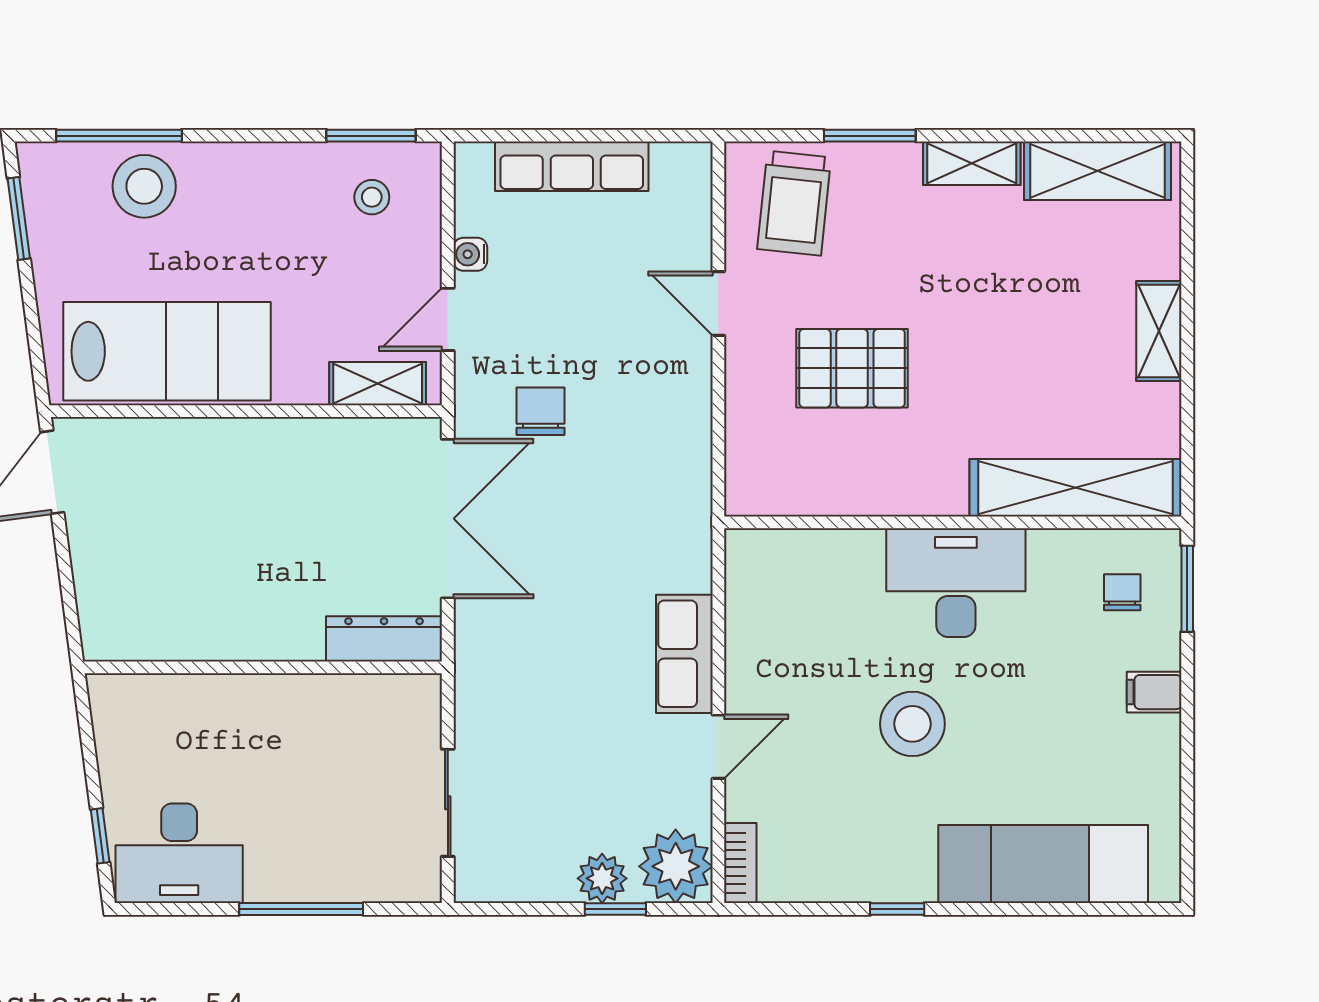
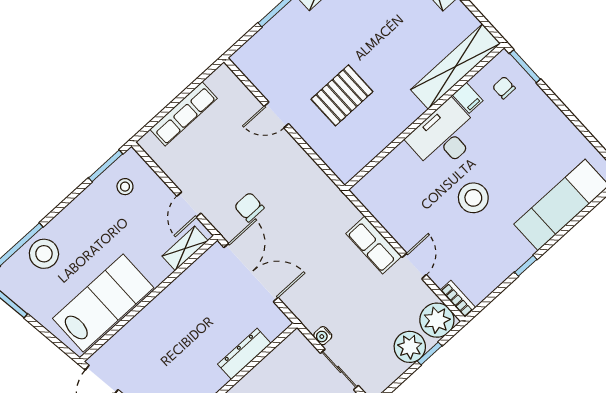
trolley: (794, 203) -> (271, 57), removed
water cooler: (470, 254) -> (323, 336), moved
dresser: (384, 639) -> (244, 354), moved
filing cabinet: (1154, 692) -> (468, 98), moved, turned -90
plant: (602, 878) -> (410, 347), width x1.36, depth x1.36

